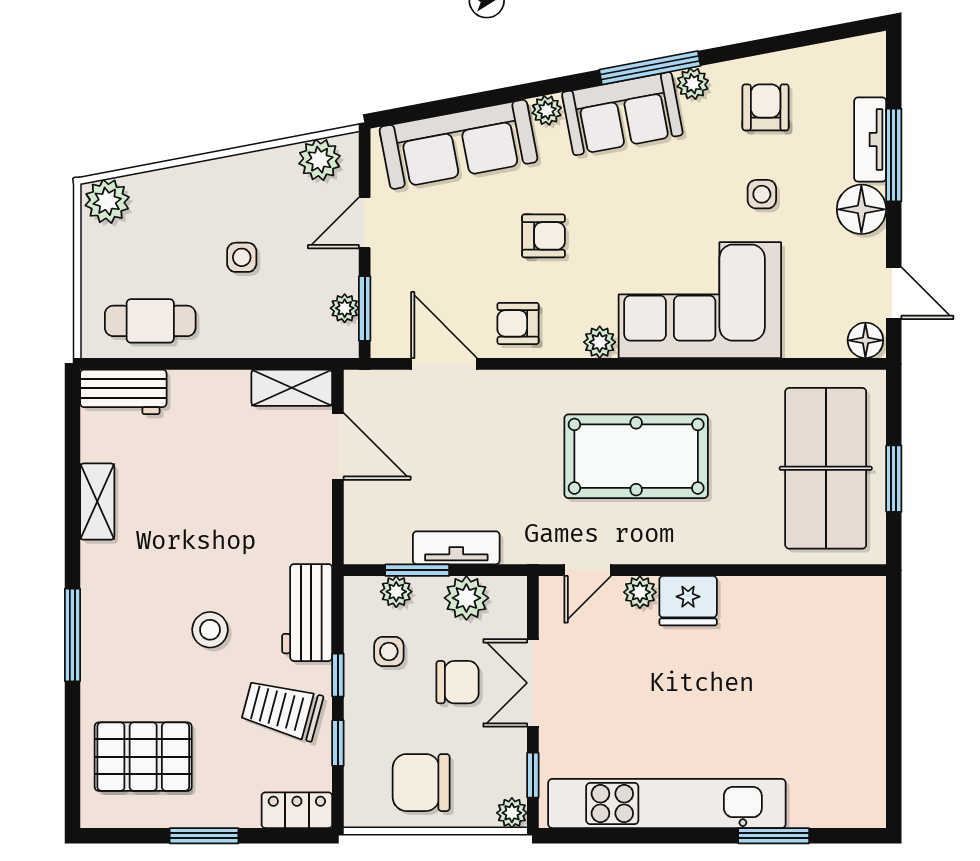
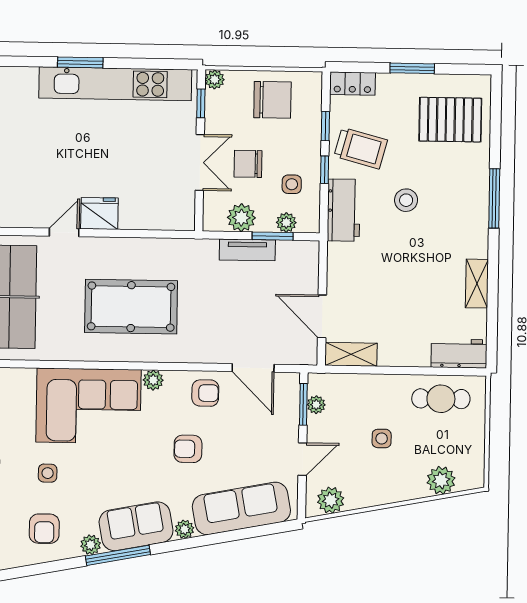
plant: (107, 201) -> (441, 480), moved
door: (588, 570) -> (64, 232), moved
plant: (640, 592) -> (130, 219), removed
window: (774, 836) -> (80, 62), moved

